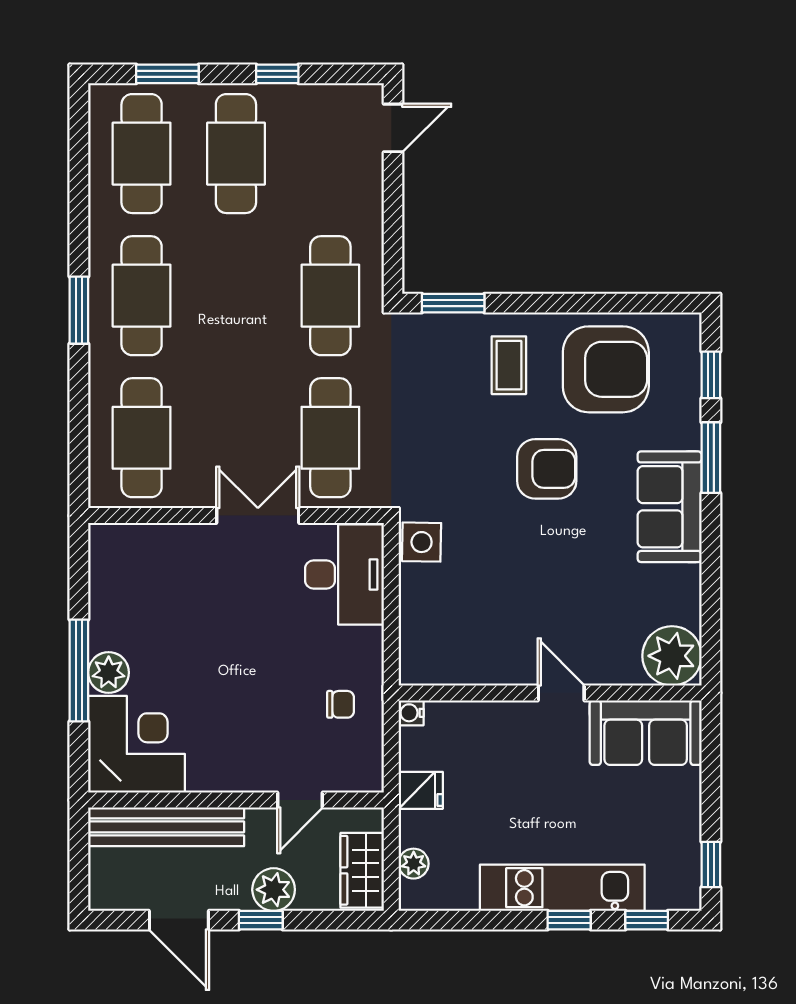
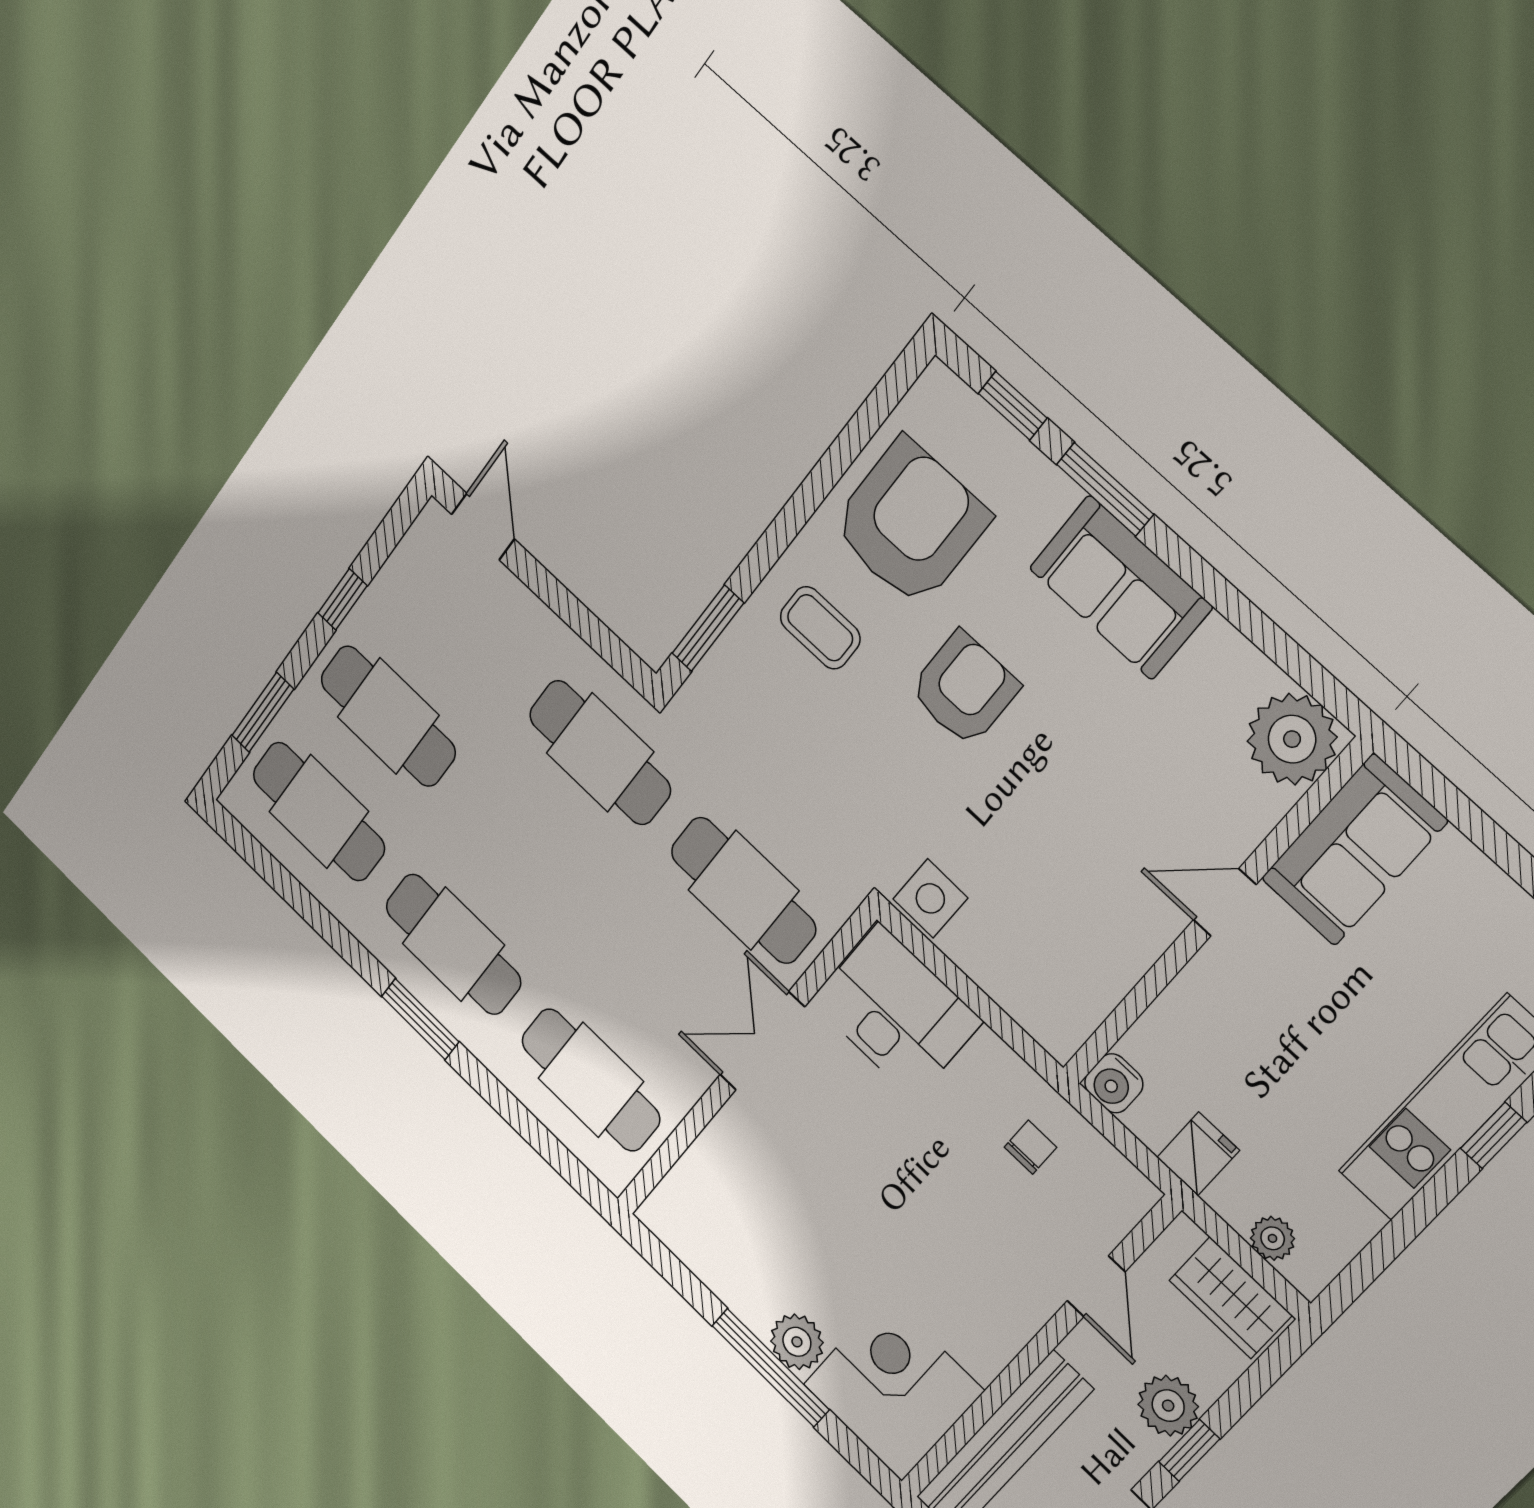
water cooler: (411, 713) -> (1114, 1083), width x1.38, depth x1.38

